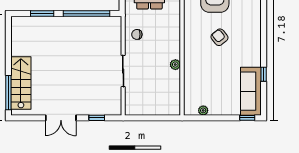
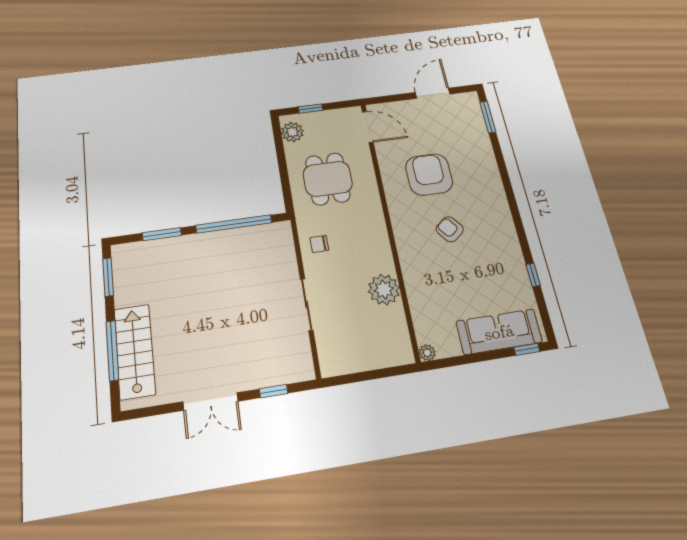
window: (8, 36) -> (108, 277), added
plant: (175, 65) -> (384, 290), width x1.87, depth x1.87
sofa: (251, 91) -> (499, 332), moved, turned 90
window: (8, 93) -> (112, 351), moved
plant: (203, 110) -> (427, 353), moved

